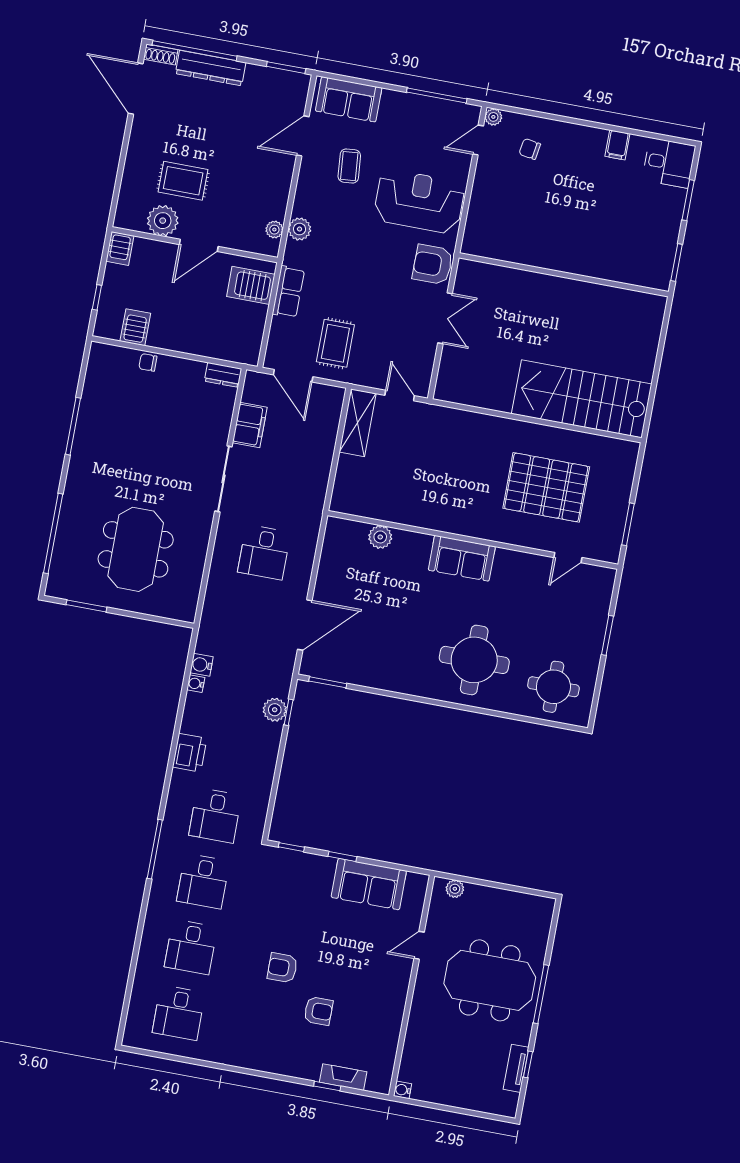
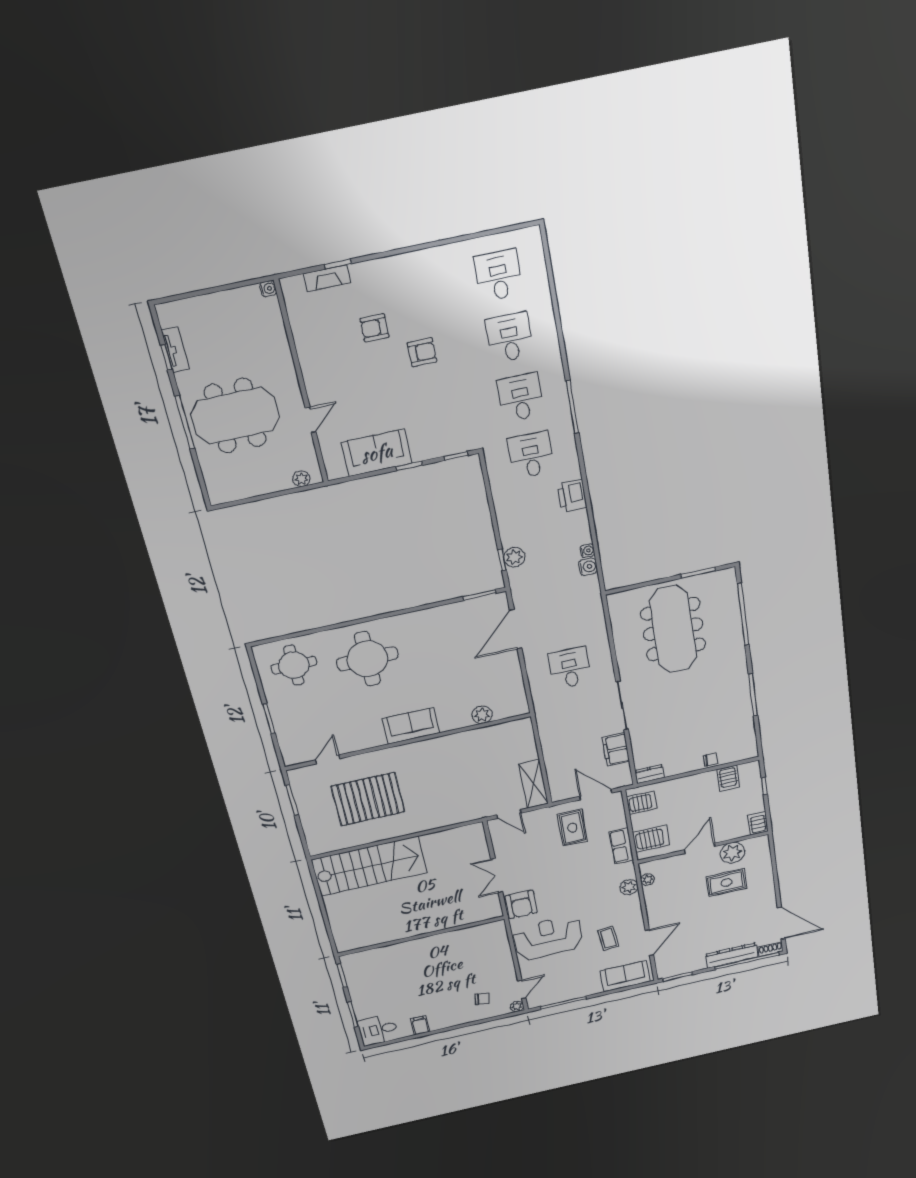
reception desk: (419, 201) -> (548, 938), turned 180
armchair: (433, 265) -> (521, 904), turned 90
server rack: (245, 340) -> (642, 803), added
meeting table: (136, 549) -> (673, 629), width x1.36

